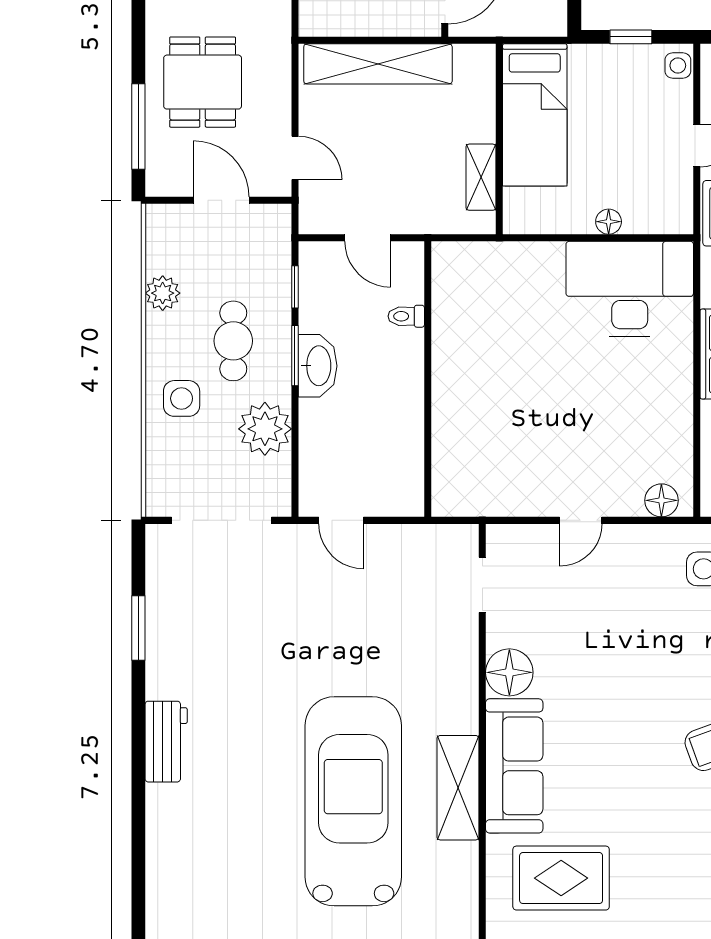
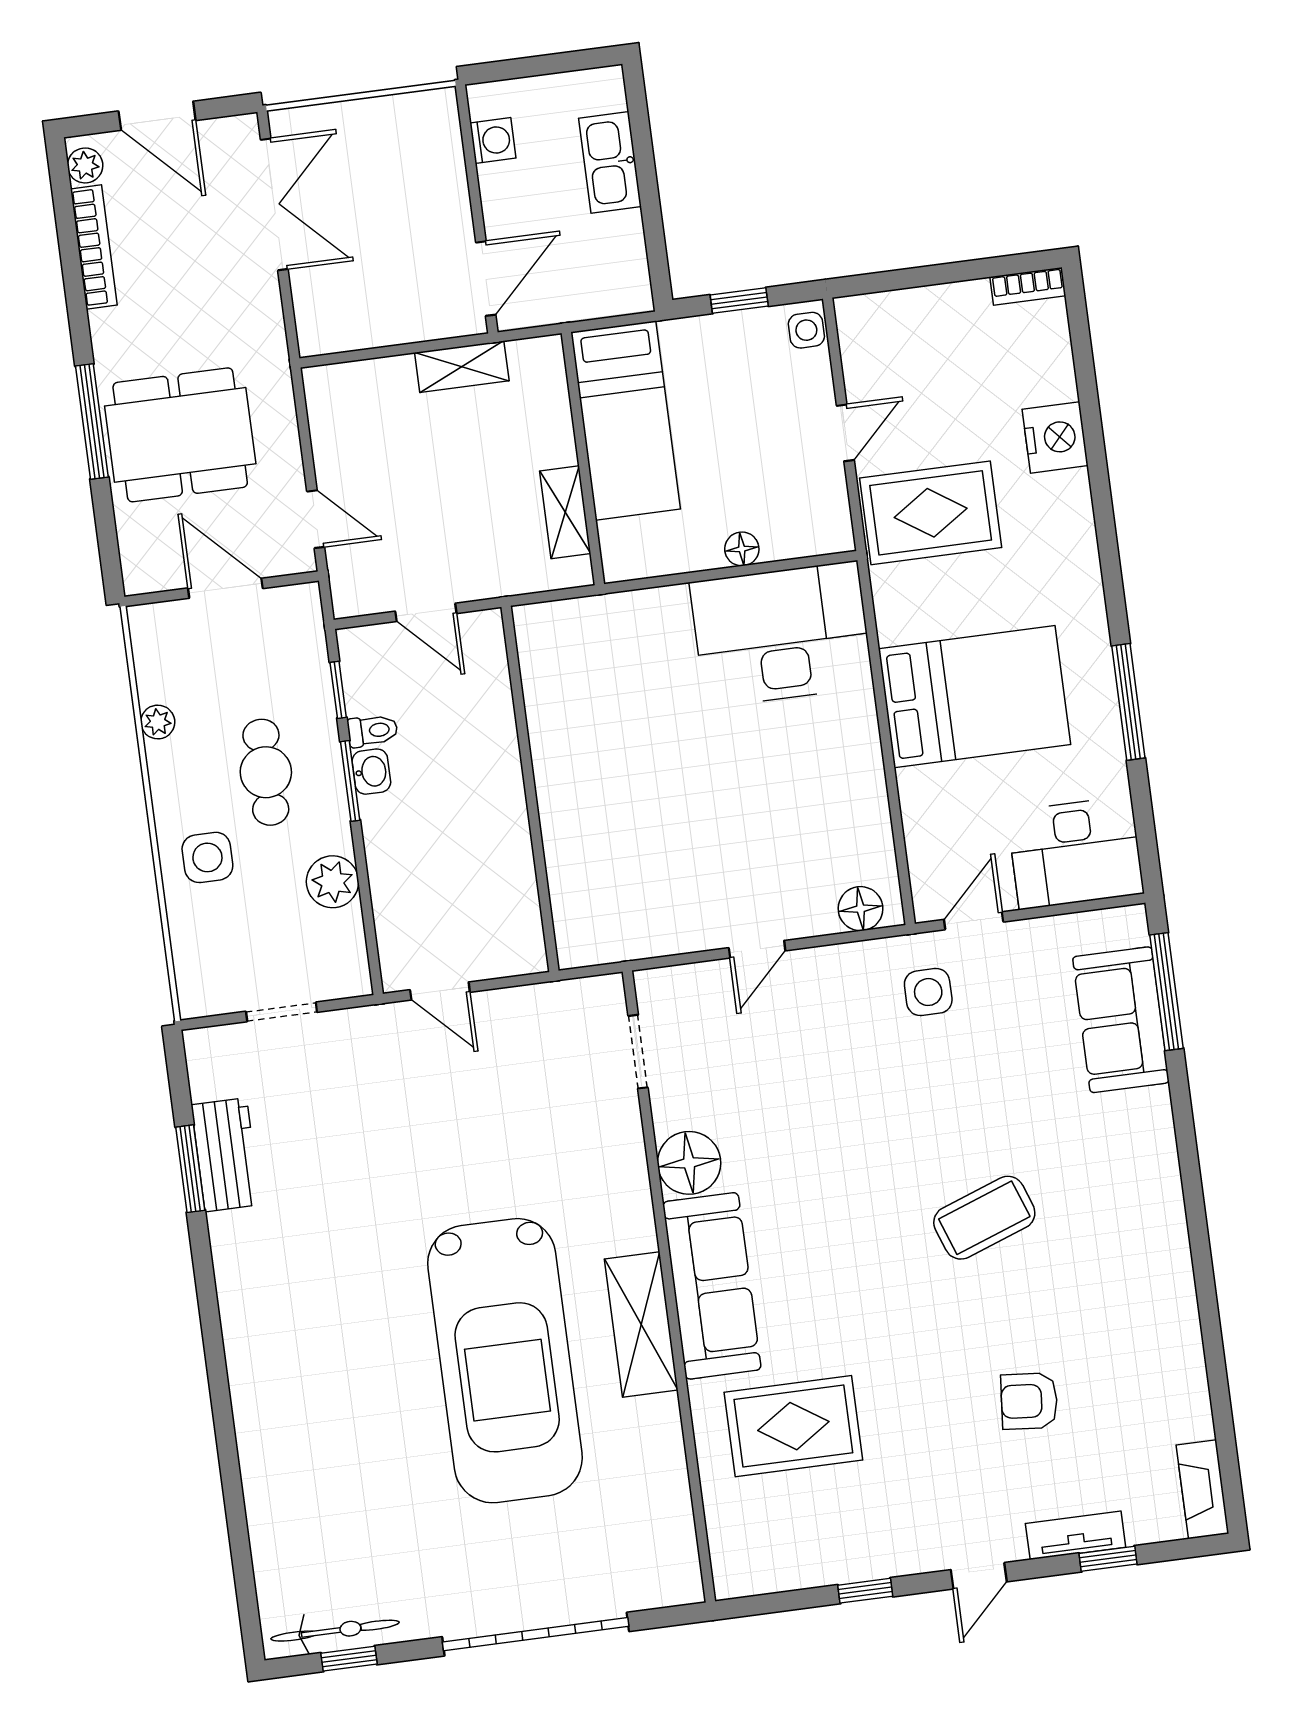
shelving: (378, 64) -> (462, 367), width x0.45, depth x0.75
dining table: (203, 82) -> (180, 435), width x1.37
window: (138, 127) -> (92, 422), moved
plant: (163, 293) -> (158, 722), width x0.73, depth x0.73
toilet: (406, 316) -> (373, 731), moved, turned 180
washbasin: (318, 366) -> (371, 772), width x0.52, depth x0.69
plant: (265, 429) -> (333, 882), width x0.73, depth x0.73
doorway: (221, 520) -> (282, 1012), width x0.53
workbench: (166, 742) -> (226, 1155), moved
car: (353, 801) -> (505, 1361), turned 180

